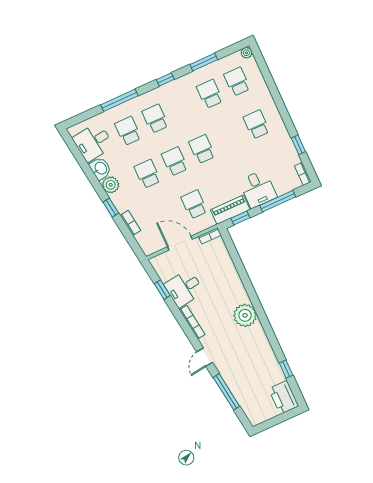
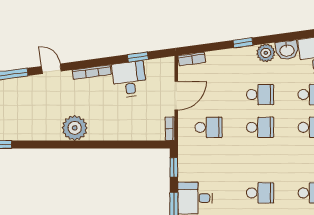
school desk: (202, 149) -> (260, 193), moved
piano: (230, 210) -> (187, 161), removed
bookcase: (130, 223) -> (192, 59), moved

